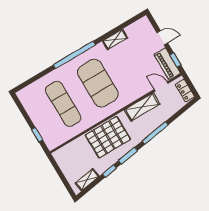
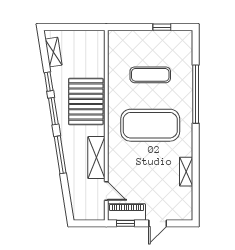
window: (74, 55) -> (196, 94), moved
door: (161, 86) -> (106, 191), hinge flipped
locker: (185, 91) -> (87, 214), removed
exercise mat: (63, 104) -> (150, 75), width x0.73, depth x0.69
window: (37, 135) -> (162, 27), moved

